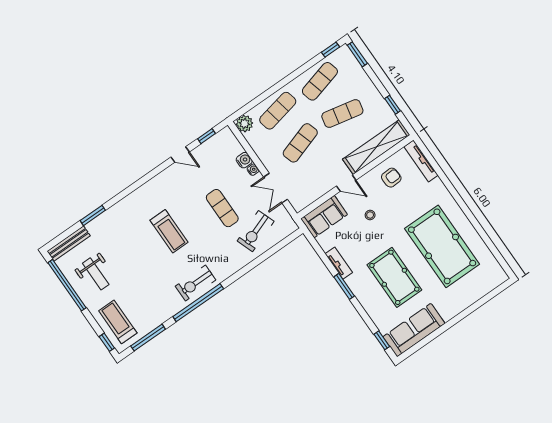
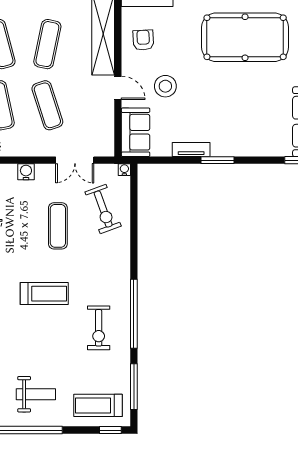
water cooler: (253, 170) -> (124, 170), moved
door: (346, 183) -> (118, 88), hinge flipped
exercise mat: (222, 208) -> (58, 226), turned 90
stool: (370, 215) -> (165, 86), width x1.89, depth x1.89
pool table: (394, 277) -> (243, 105), removed
exercise bike: (195, 283) -> (99, 328), moved

